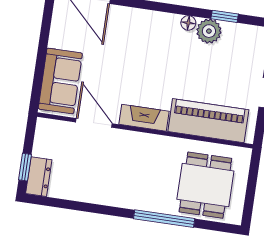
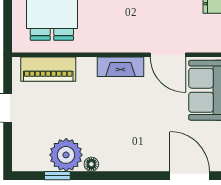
plant: (209, 31) -> (66, 155), width x1.36, depth x1.36
piano: (208, 121) -> (48, 69), width x0.73, depth x0.75

